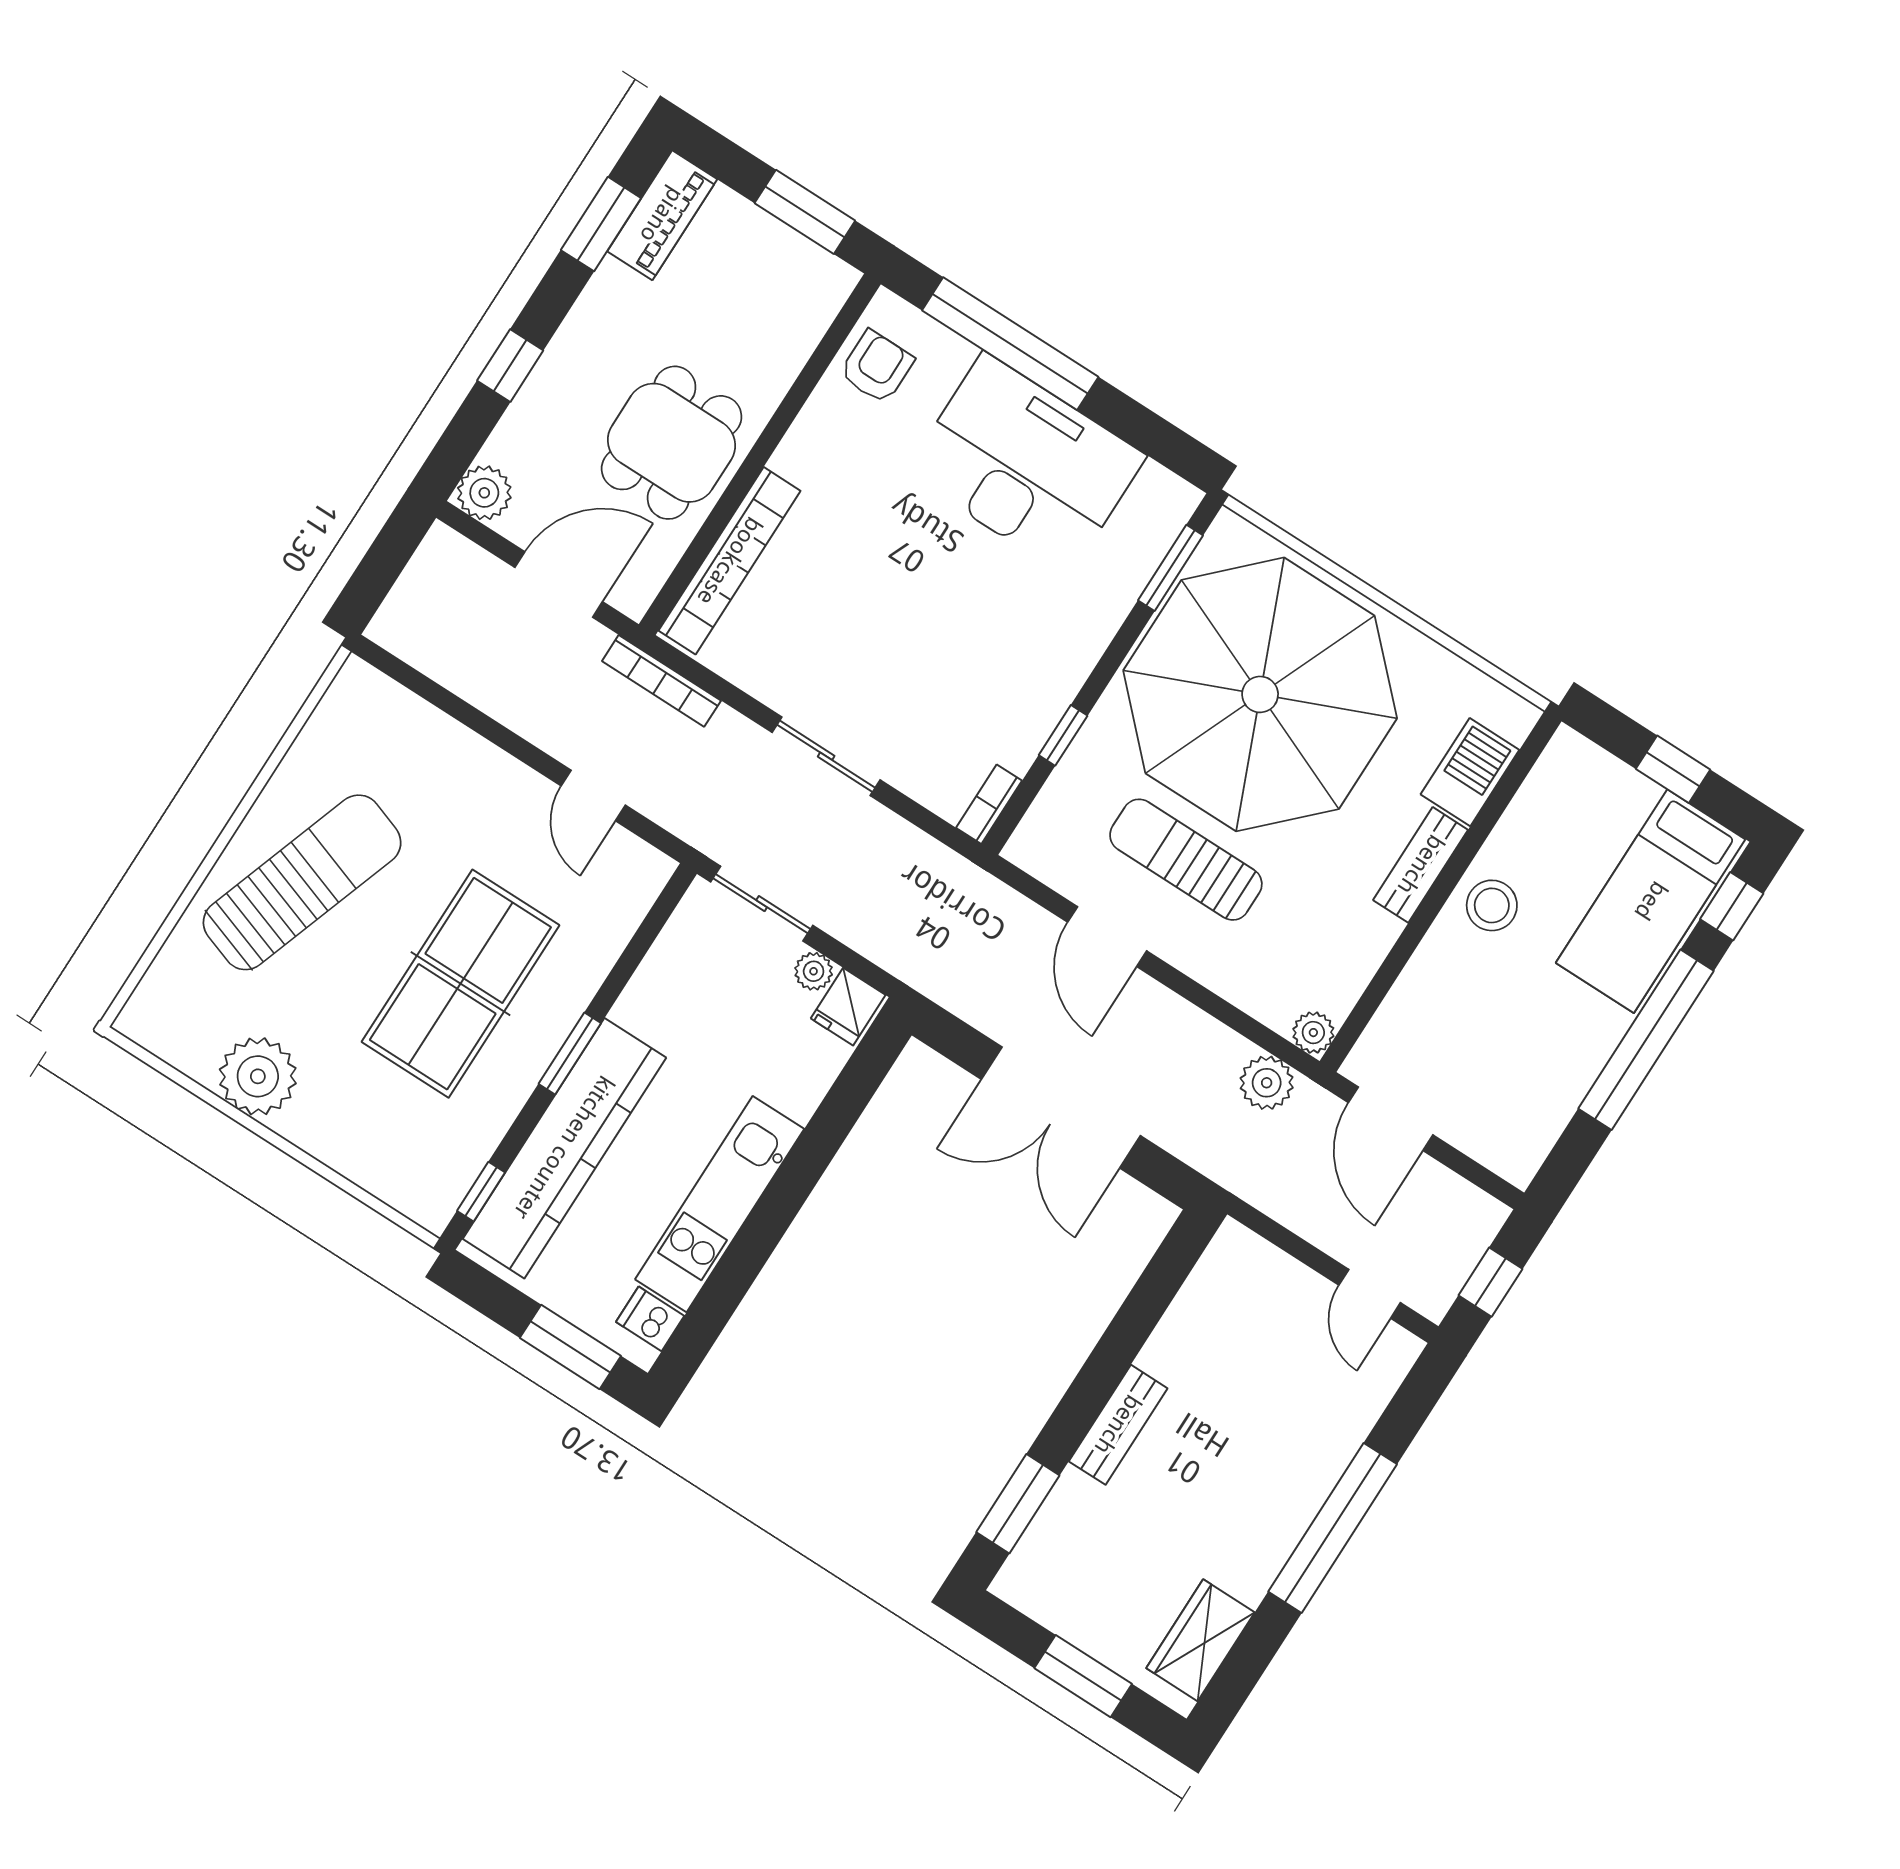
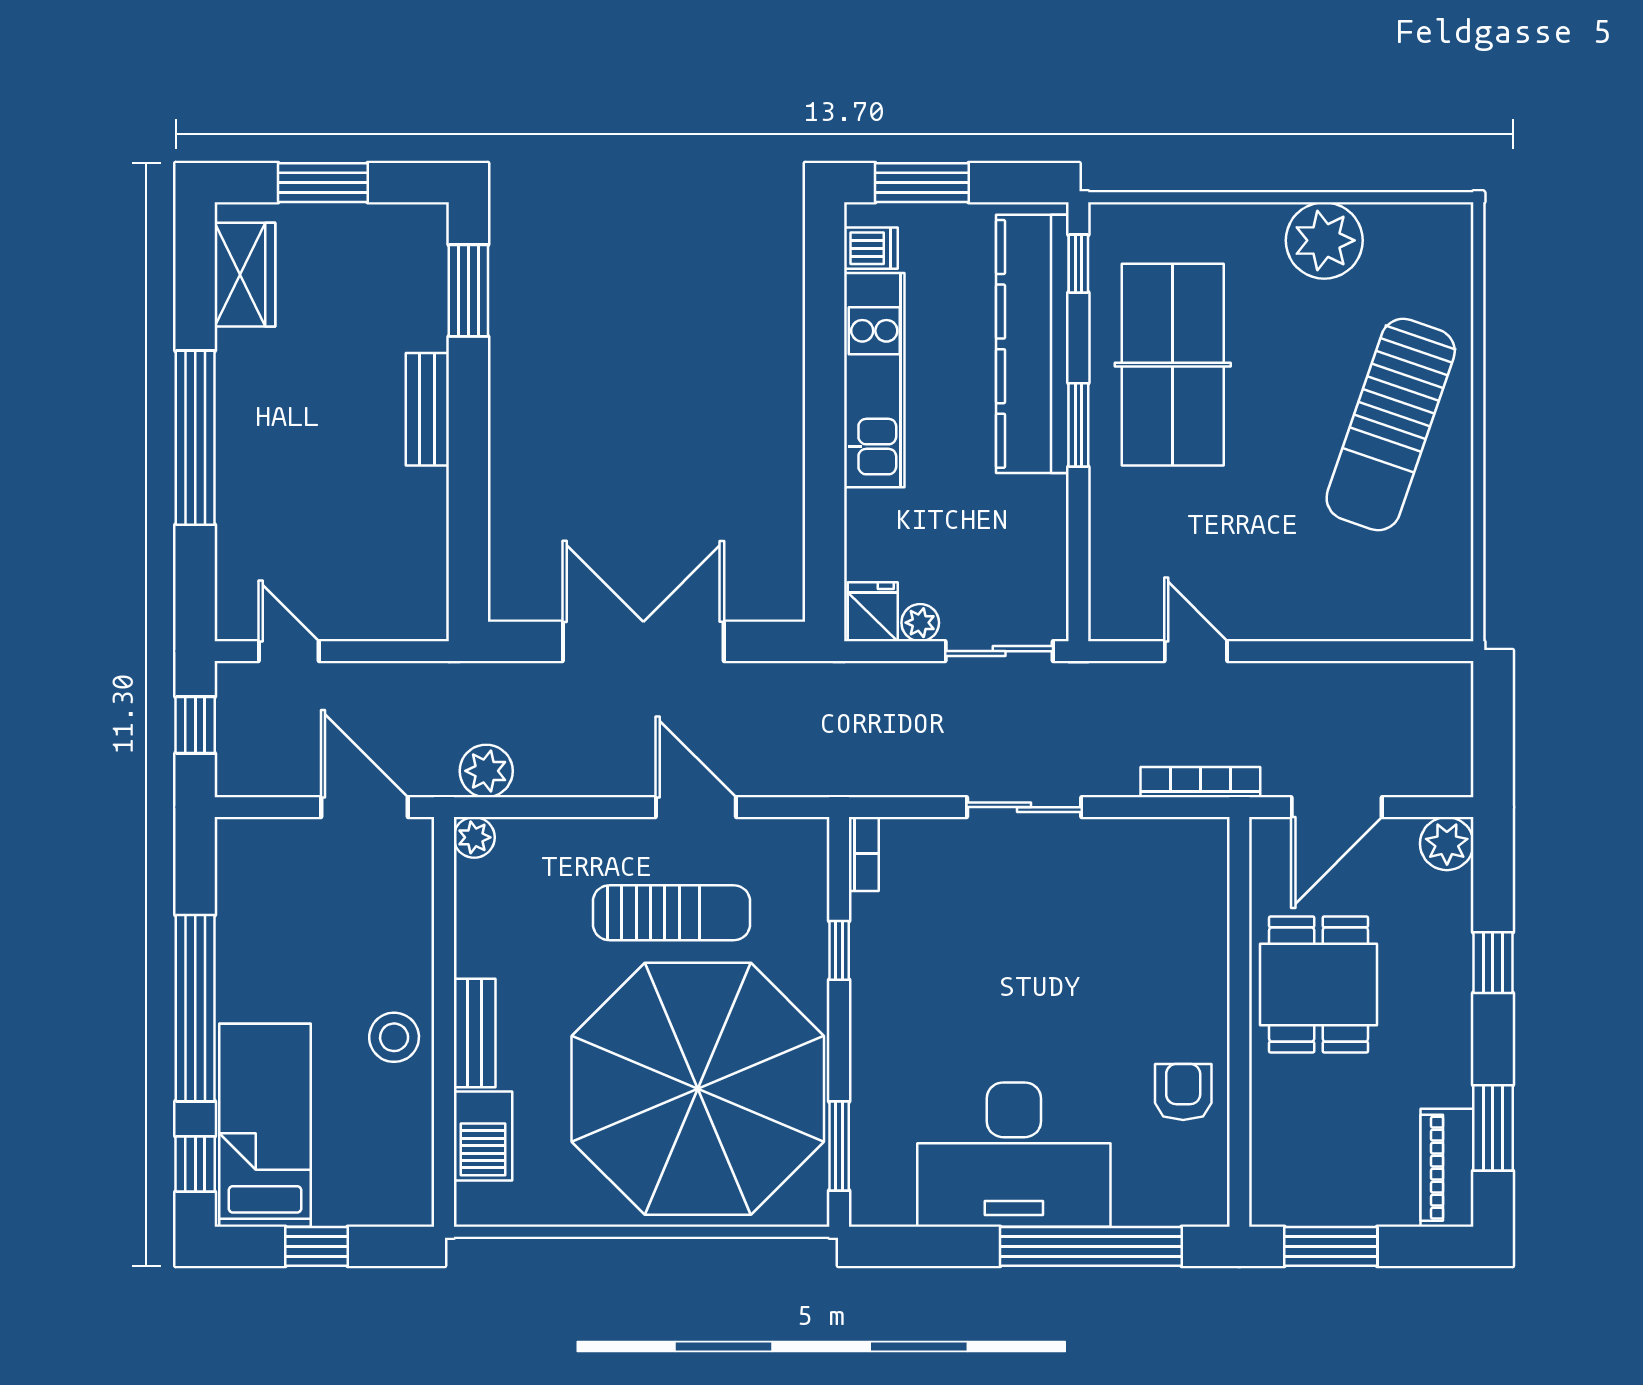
armchair: (877, 367) -> (1183, 1092), moved, turned 180
bookcase: (730, 561) -> (1208, 918), removed
table tennis table: (460, 984) -> (1173, 365), moved

